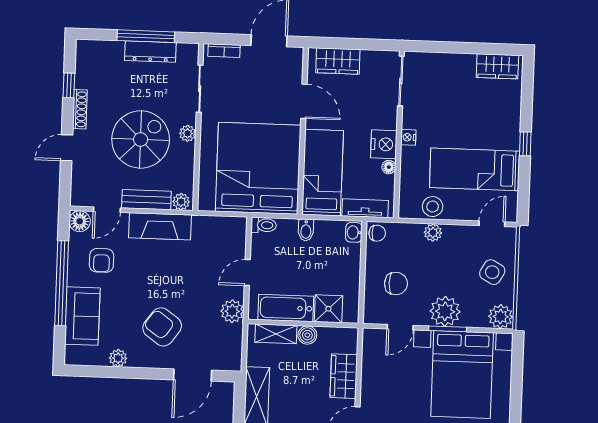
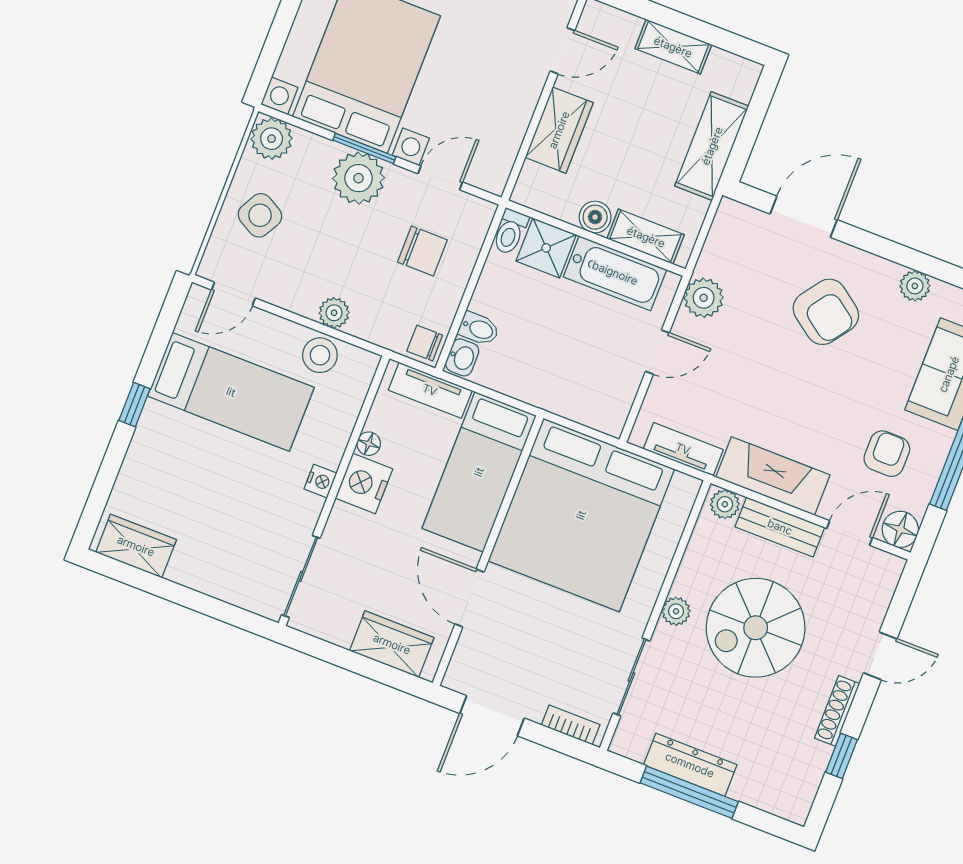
tv unit: (214, 224) -> (683, 449), added
toilet: (264, 225) -> (510, 232), moved, turned -90
bidet: (306, 230) -> (479, 329), moved, turned 90
chair: (396, 283) -> (422, 251), turned 180

